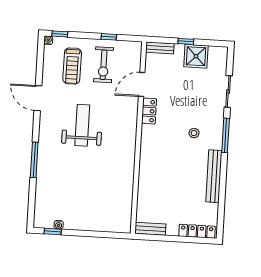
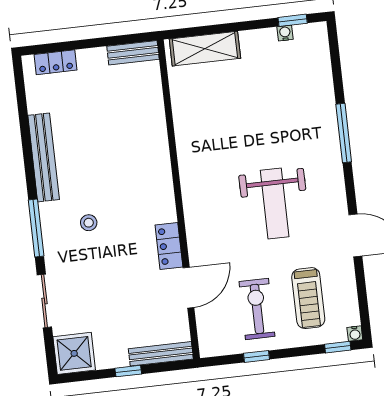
bench: (160, 48) -> (161, 354), width x1.36
shower: (196, 56) -> (74, 353), moved
treadmill: (72, 66) -> (308, 298), turned 180
shelving: (107, 224) -> (205, 49), added
locker: (197, 231) -> (56, 62), width x0.66

